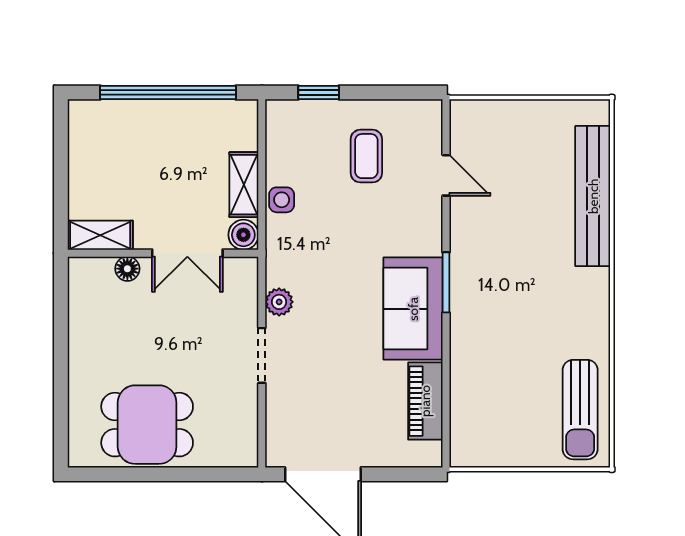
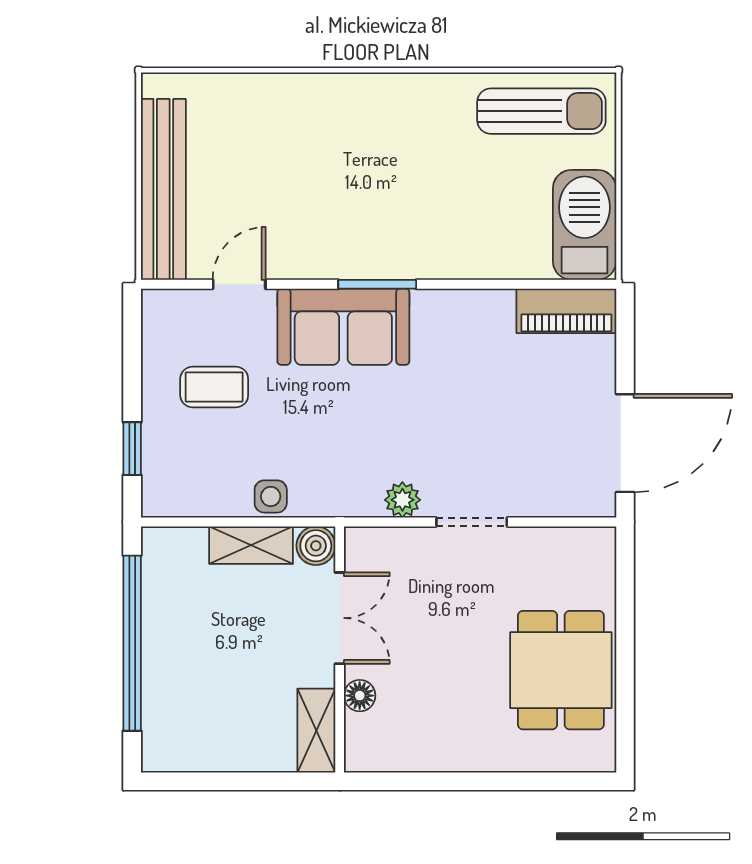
bench: (593, 196) -> (163, 189), moved, turned 90
sofa: (413, 309) -> (343, 327), moved
piano: (425, 401) -> (566, 311), moved
barbecue: (492, 443) -> (585, 225), added

